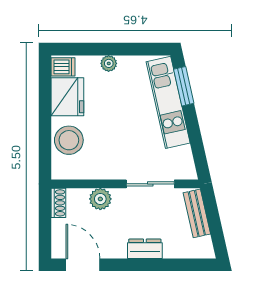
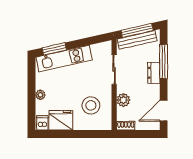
stool: (69, 140) -> (91, 105), moved
bench: (197, 213) -> (137, 40), width x1.36
window: (214, 221) -> (137, 30), added
window: (163, 265) -> (164, 61), added

